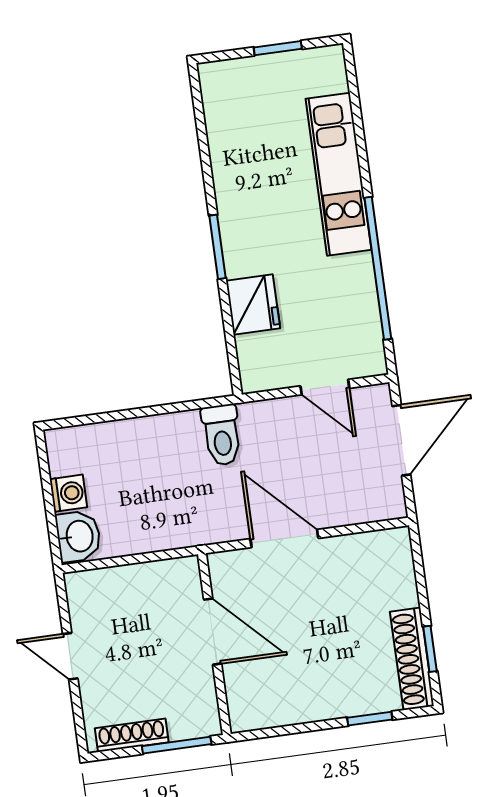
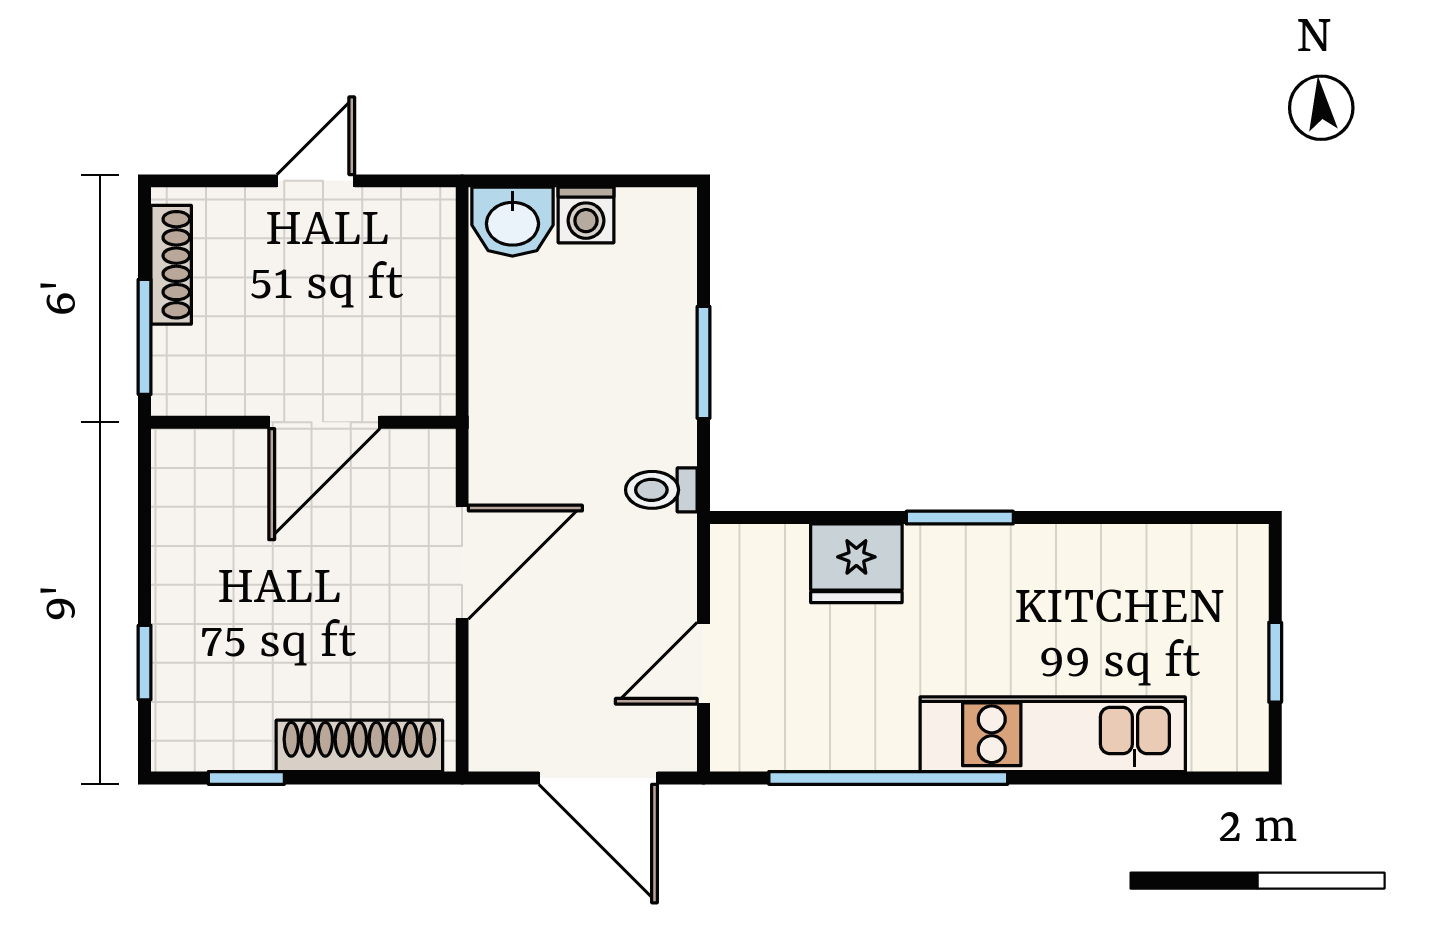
window: (146, 412) -> (704, 362), added
toilet: (222, 435) -> (661, 490), width x0.73, depth x0.72
shoe rack: (412, 659) -> (359, 746), moved

